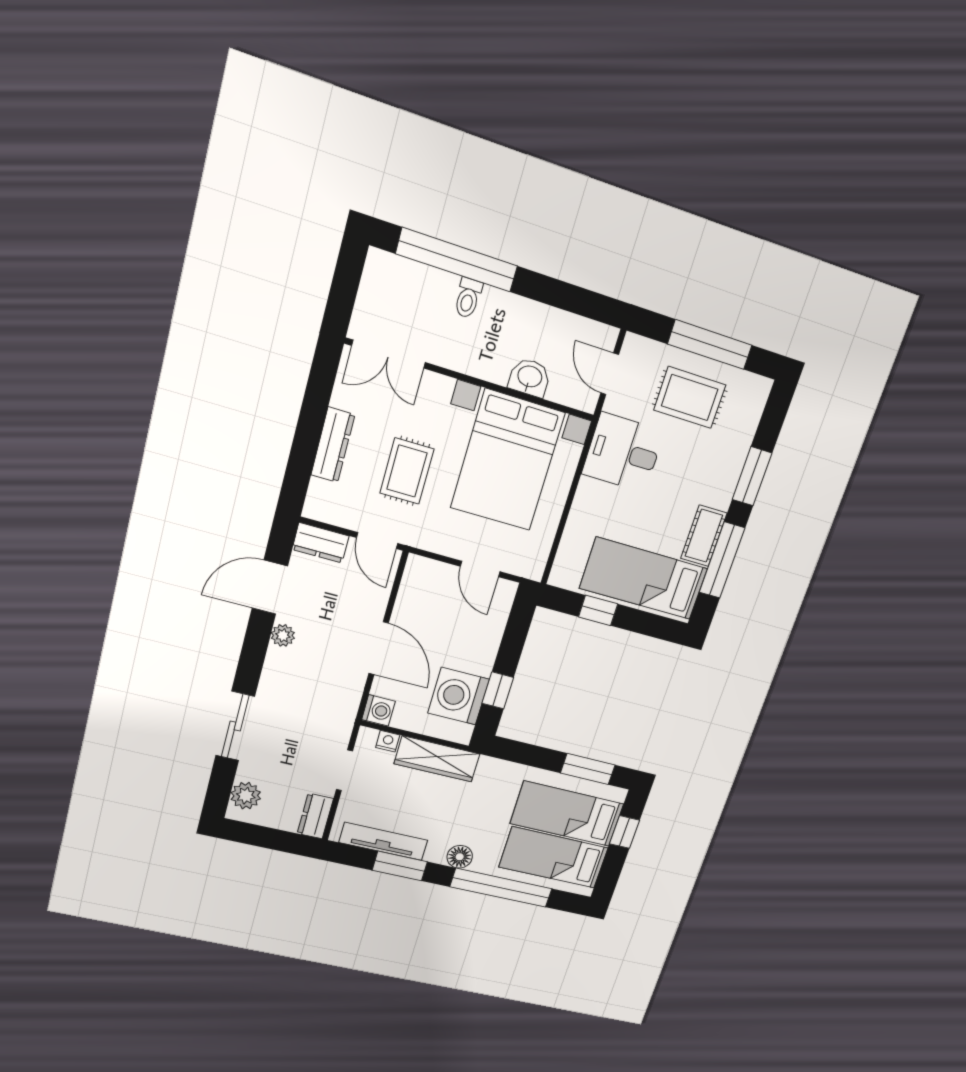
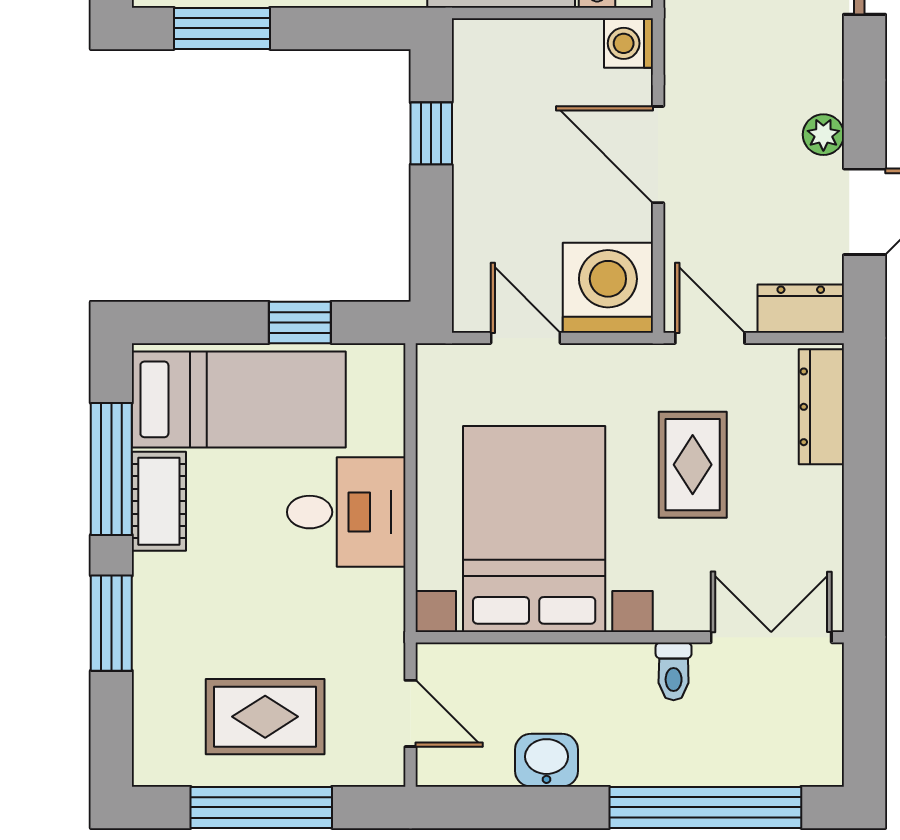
toilet: (468, 298) -> (674, 671), moved, turned 180
washbasin: (530, 377) -> (547, 760), moved, turned 180
dresser: (333, 445) -> (821, 407), moved
desk: (623, 453) -> (346, 512), moved
washing machine: (459, 696) -> (608, 288), moved, turned -90

